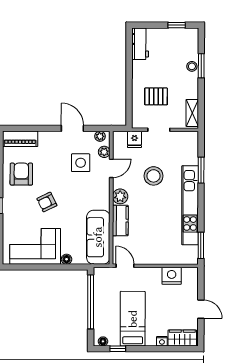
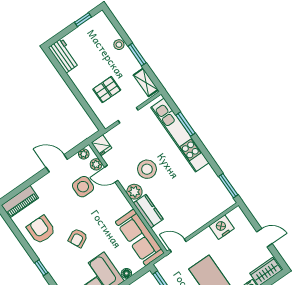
window: (201, 66) -> (137, 54), moved
fridge: (134, 139) -> (102, 145), moved
door: (111, 168) -> (111, 174), swing flipped
stool: (154, 176) -> (147, 169), moved
kitchen unit: (190, 205) -> (180, 135), moved

